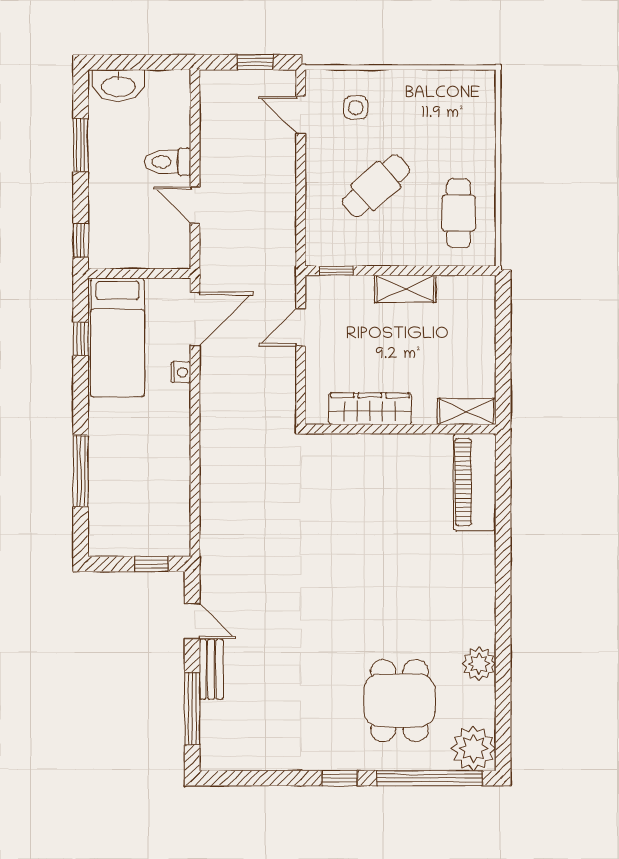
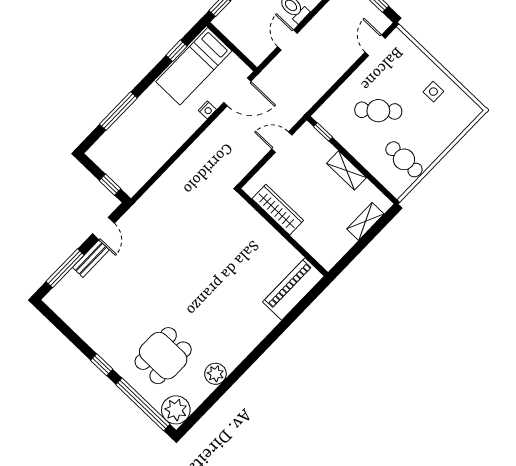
side table: (356, 108) -> (433, 92), moved
cafe table: (459, 213) -> (404, 159), turned 90
shelving: (467, 412) -> (365, 221), moved, turned 90

